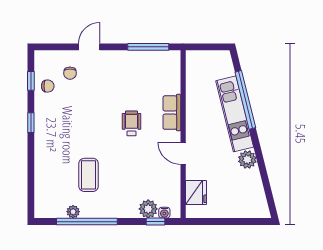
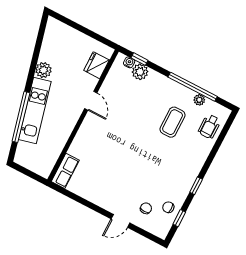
window: (148, 47) -> (75, 197), removed
row of seats: (172, 113) -> (65, 171), moved
wheelchair: (131, 123) -> (209, 126), moved

